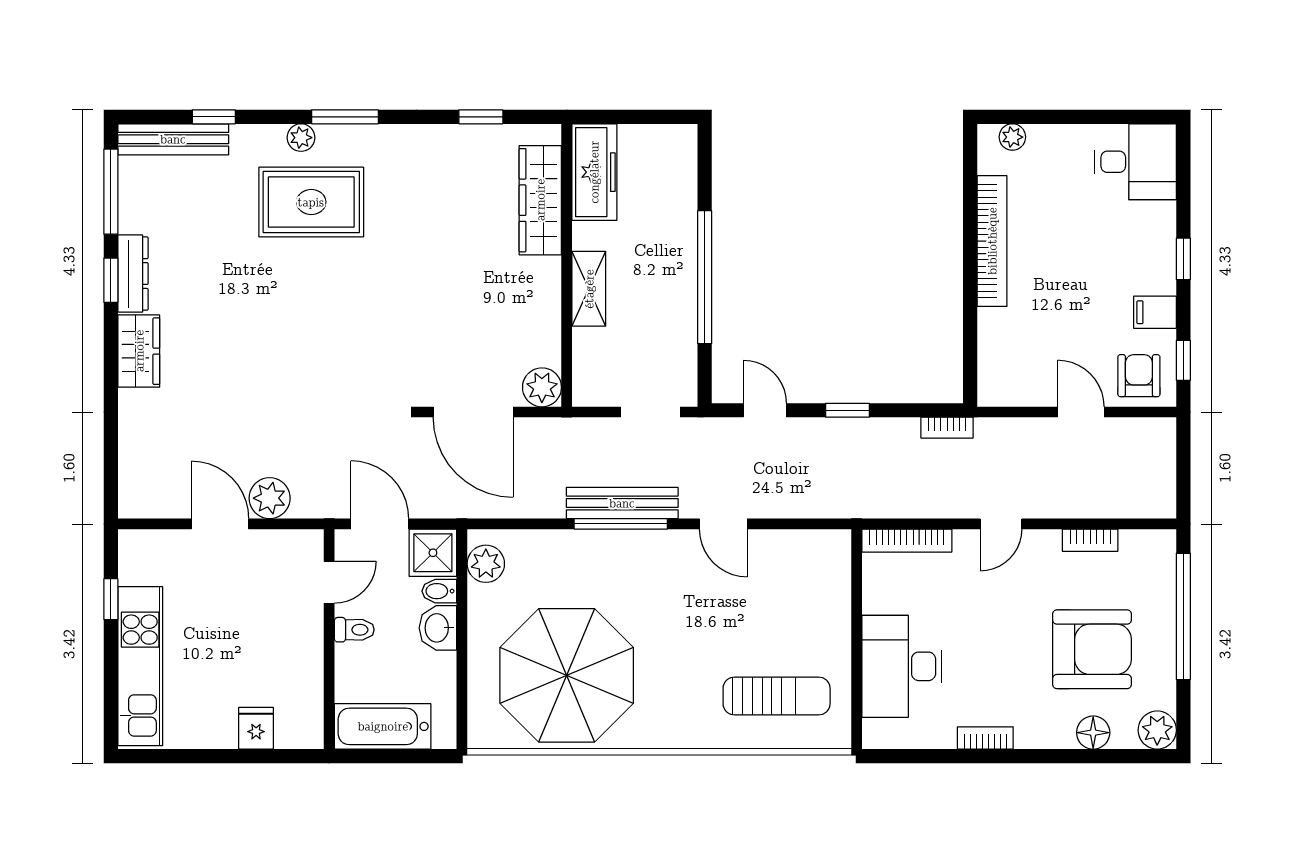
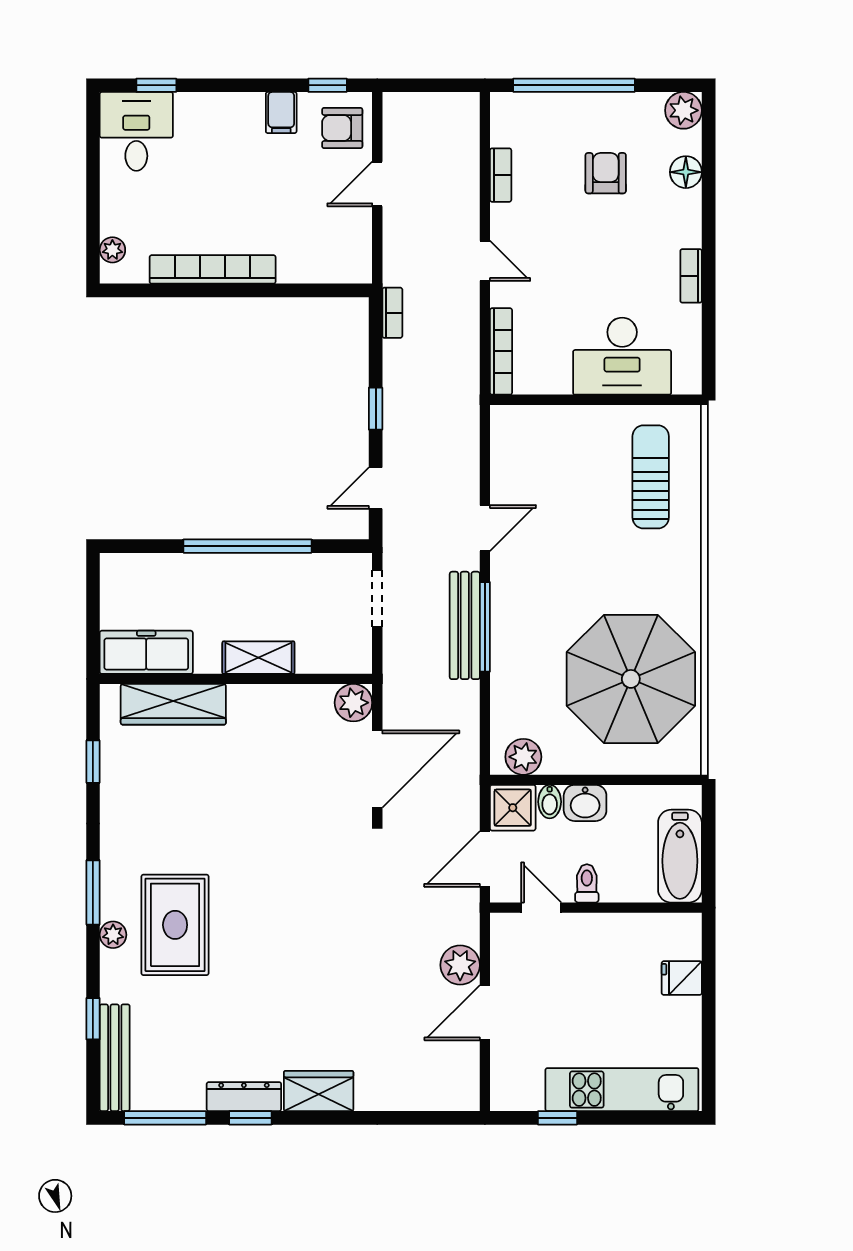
window: (1183, 259) -> (156, 85), moved
armchair: (1092, 649) -> (606, 173), width x0.53, depth x0.53

